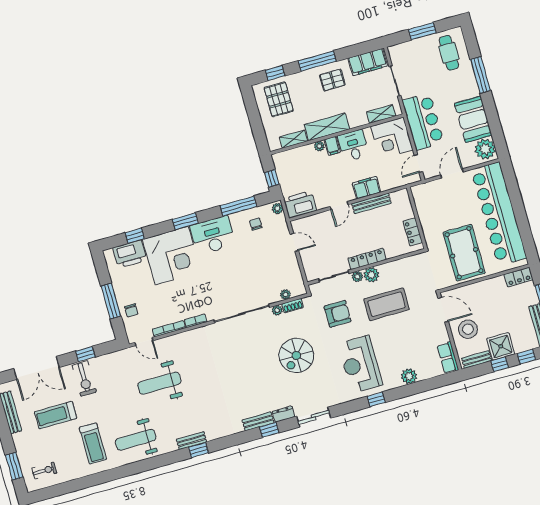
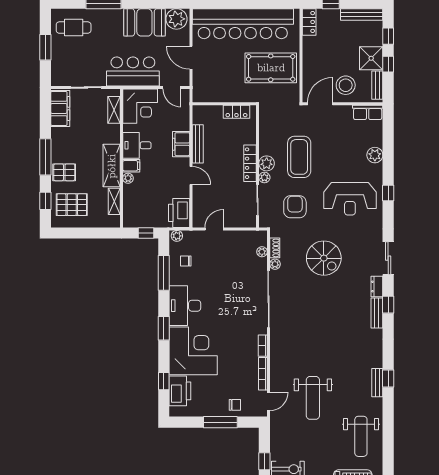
pallet: (332, 80) -> (64, 172), moved, turned 90

